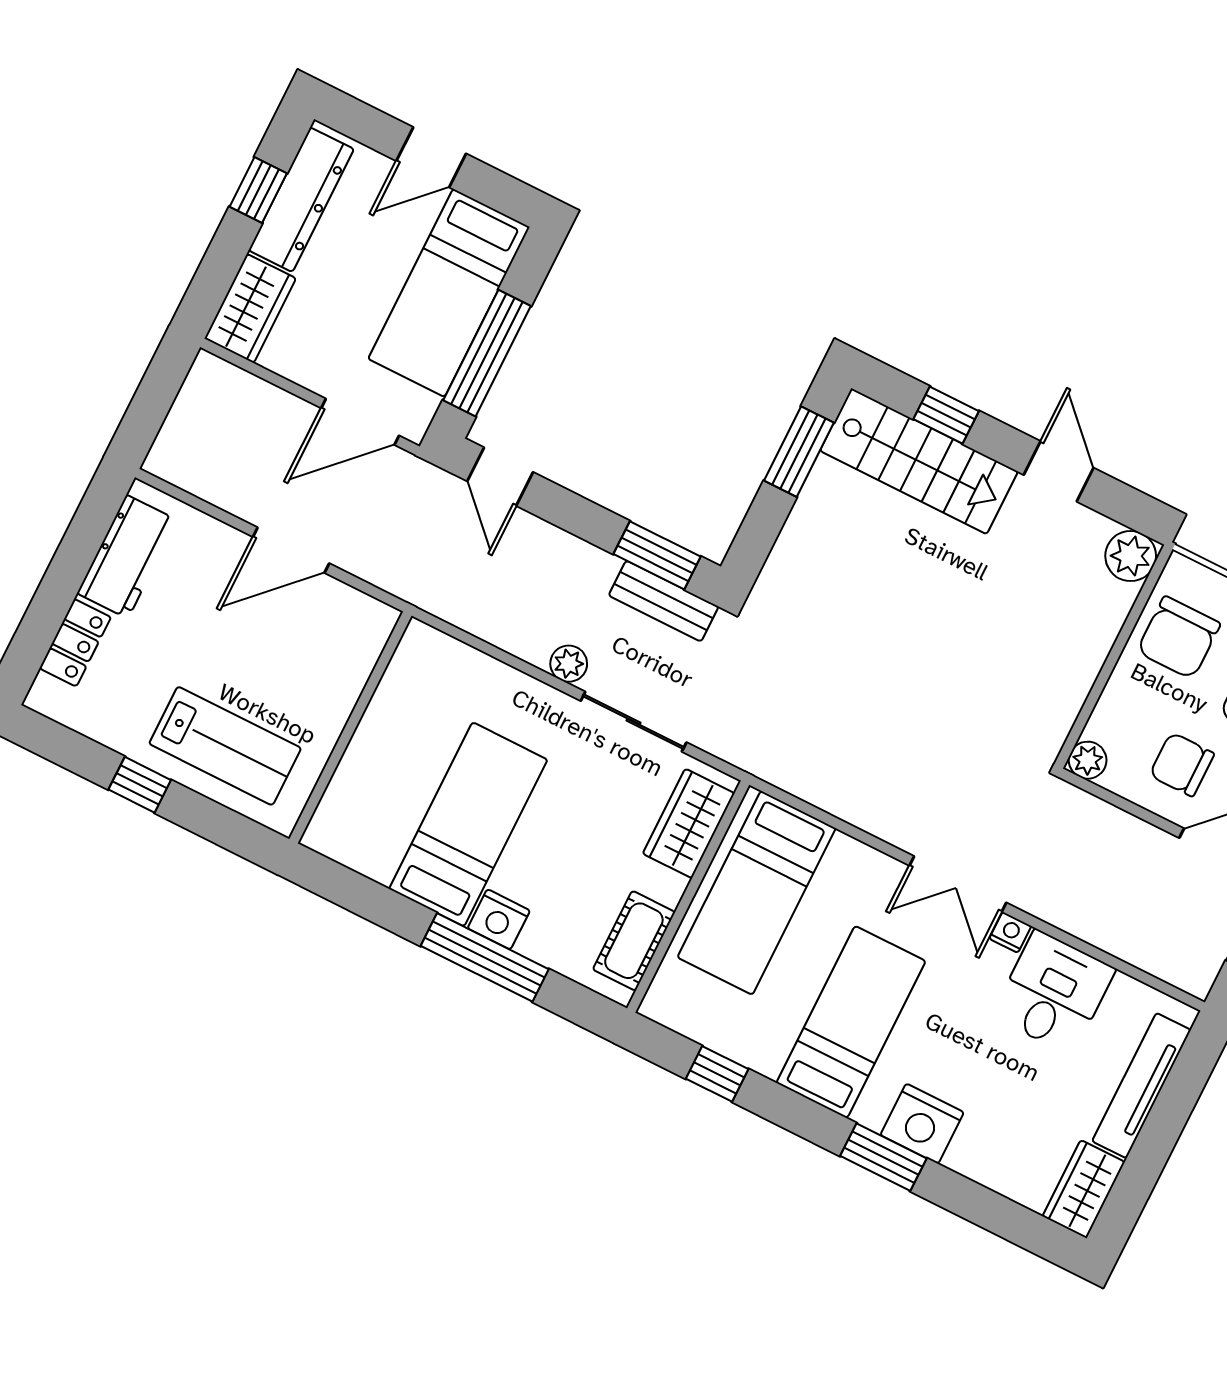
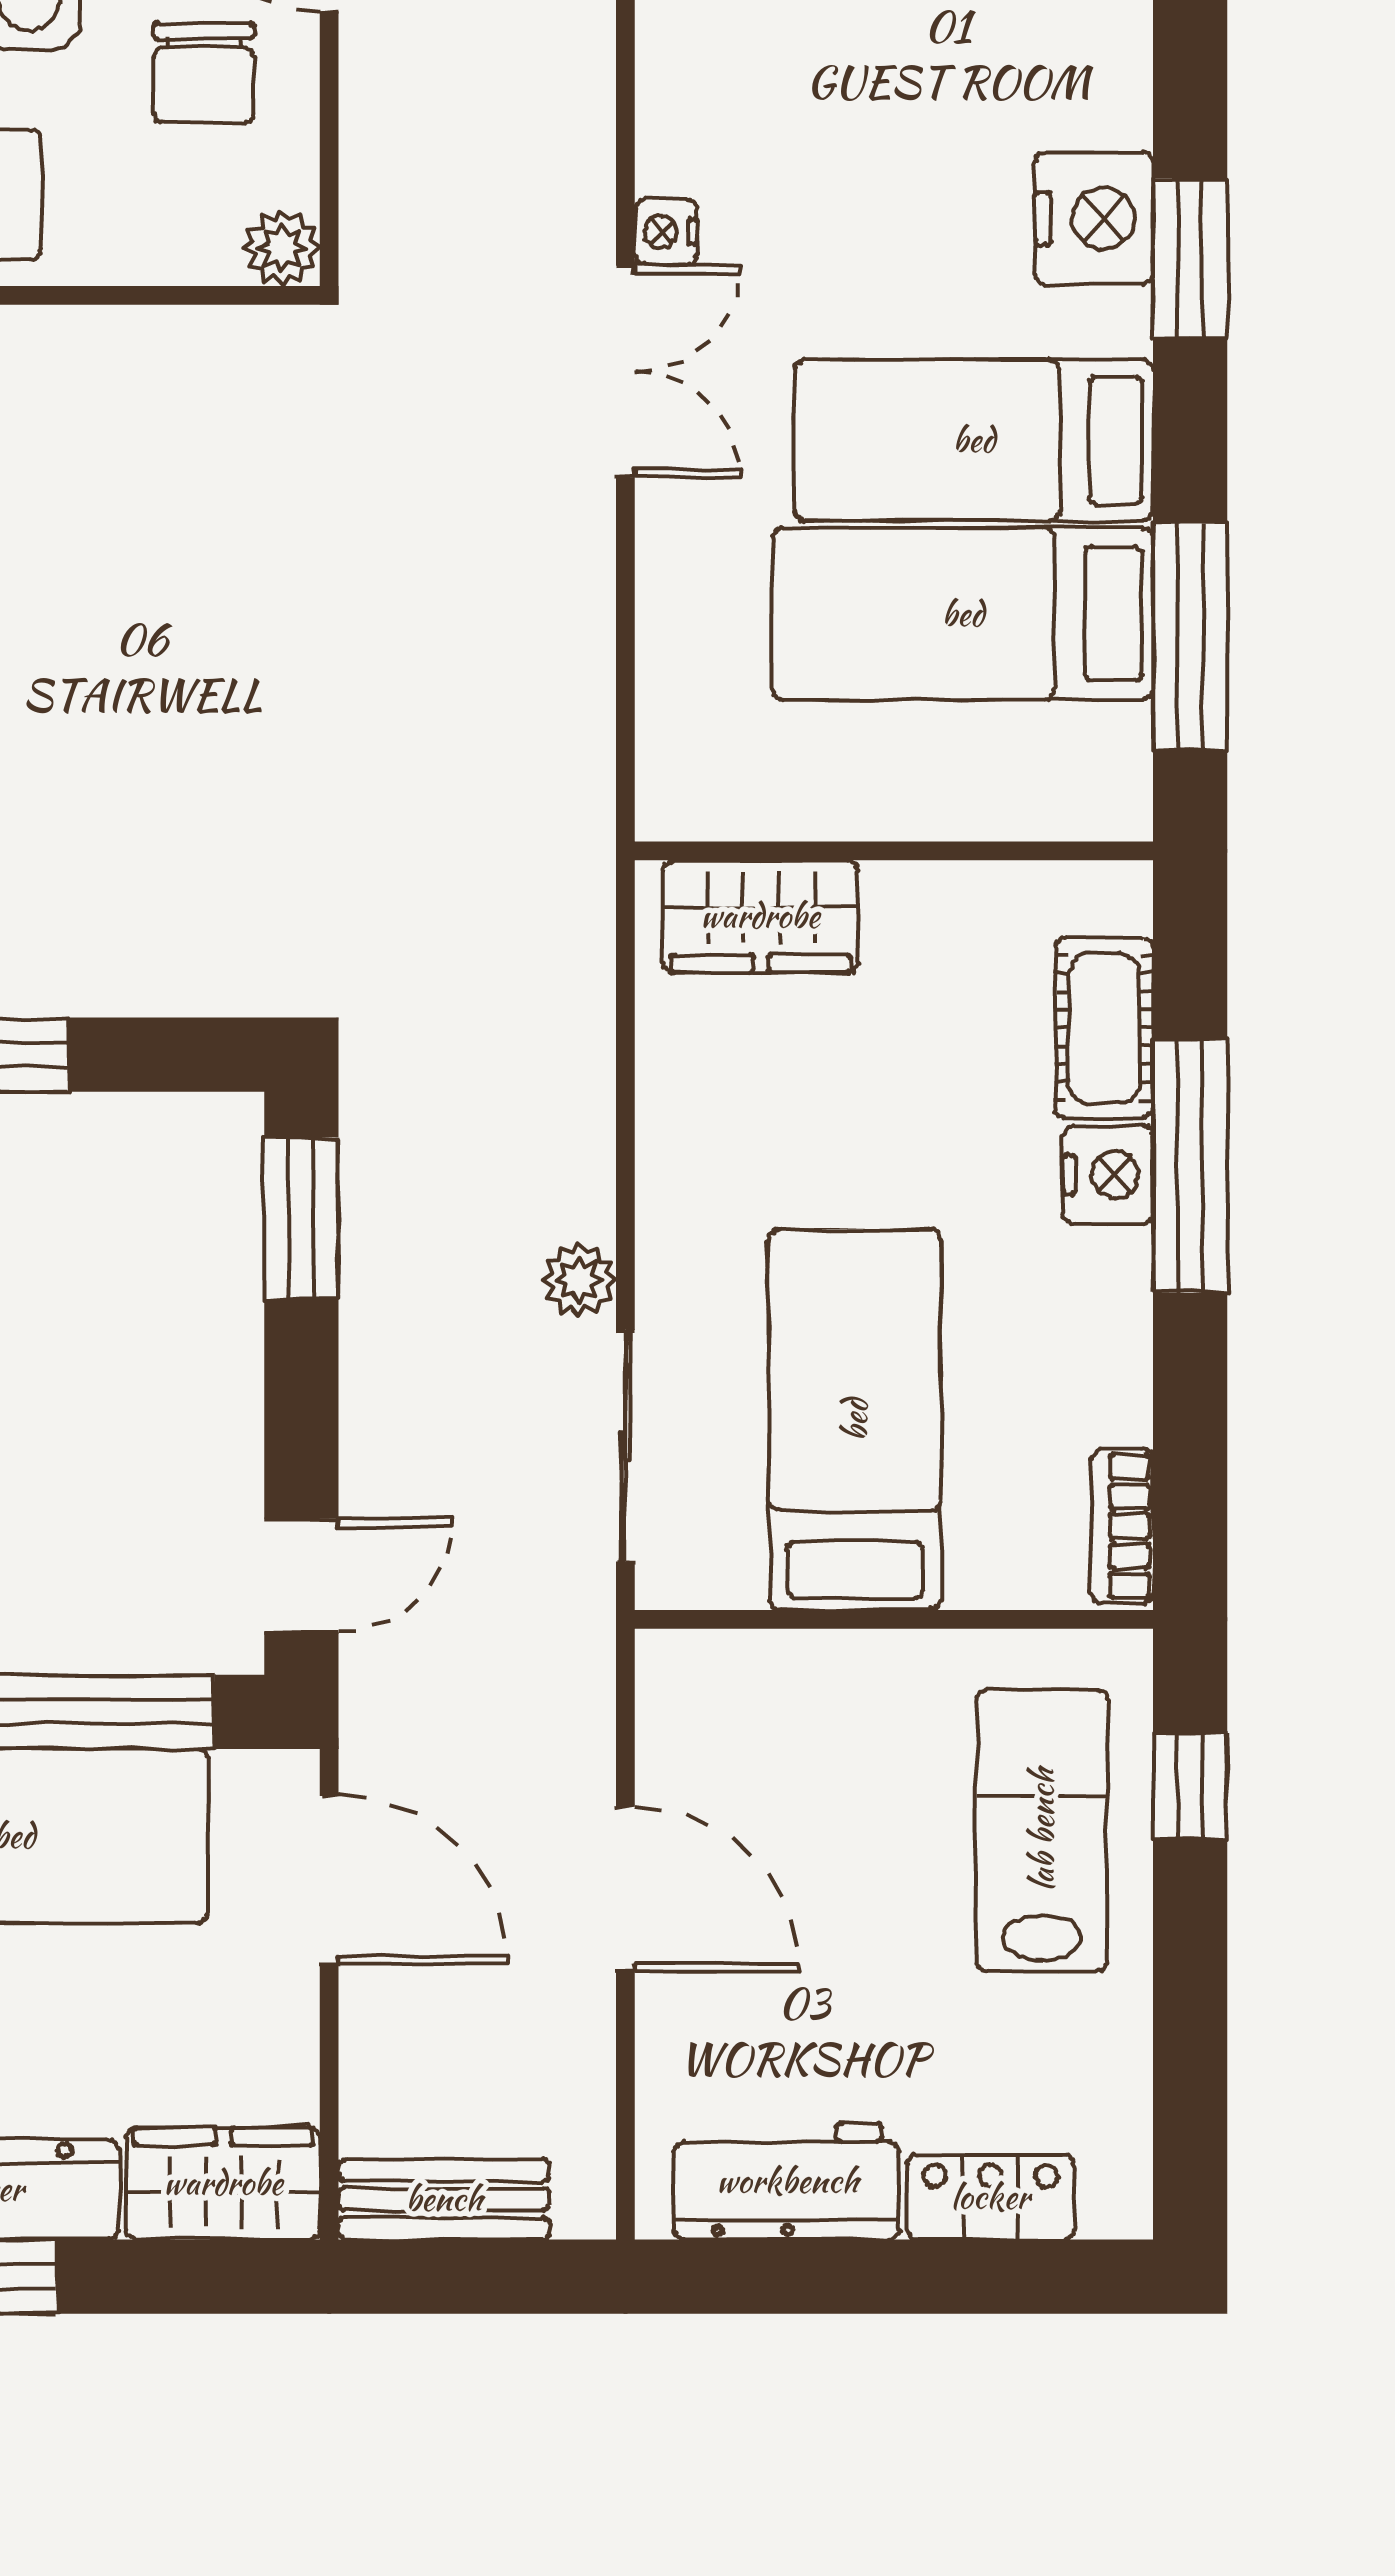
bench: (664, 601) -> (444, 2199), moved, turned 90
sliding door: (634, 722) -> (625, 1446), moved
window: (140, 785) -> (1190, 1786), moved
bed: (468, 824) -> (855, 1420), moved, turned 90
bookcase: (341, 848) -> (1122, 1526), added
bed: (757, 893) -> (963, 614), moved, turned 180
cot: (634, 941) -> (1104, 1028), moved, turned 90
desk: (1054, 992) -> (735, 98), removed
window: (717, 1074) -> (1190, 637), width x2.17

